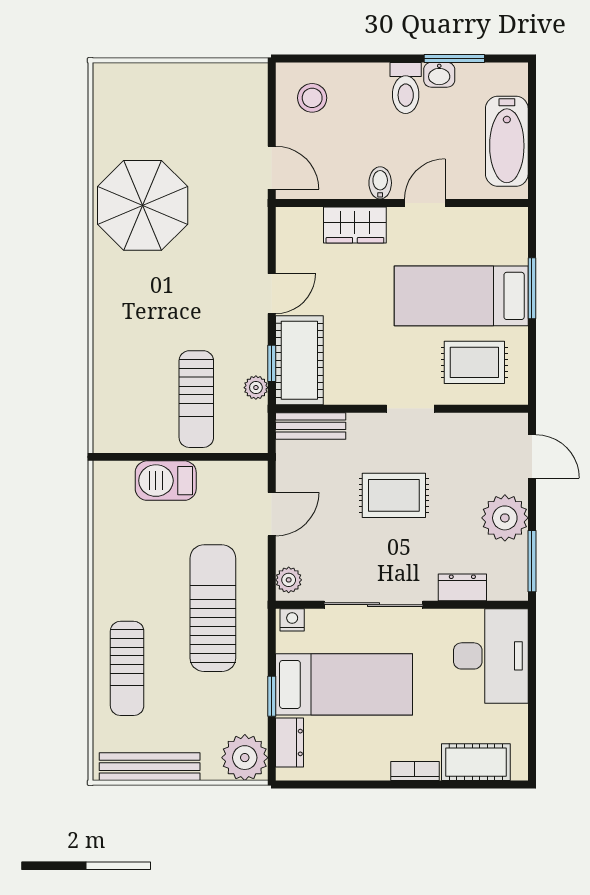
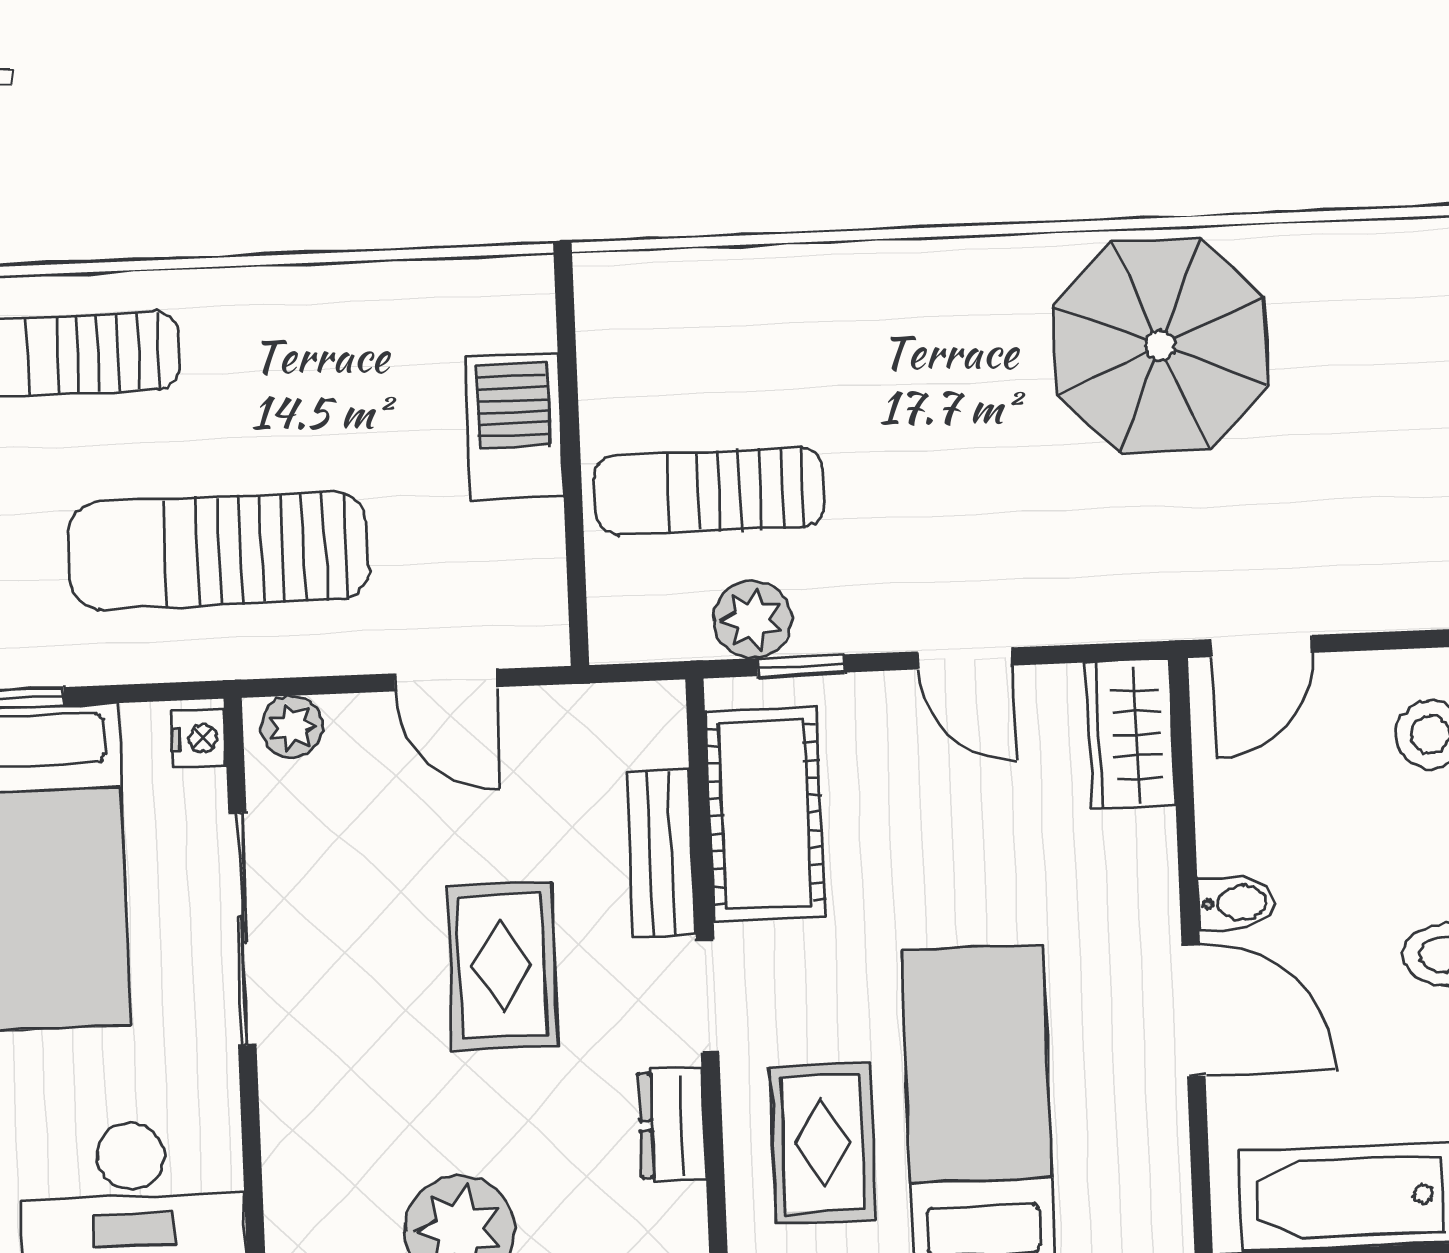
door: (425, 203) -> (1194, 1010), width x1.38
wardrobe: (355, 225) -> (1130, 734), moved
cot: (299, 360) -> (765, 814), moved, turned 90
plant: (256, 388) -> (752, 619), width x1.38, depth x1.38
bench: (311, 426) -> (661, 854), moved
dresser: (462, 587) -> (672, 1125), moved, turned 180
sun lounger: (213, 608) -> (218, 551), turned 180

